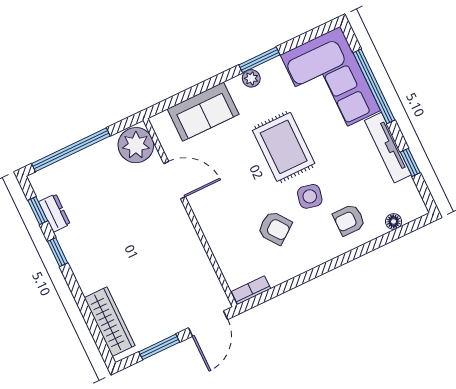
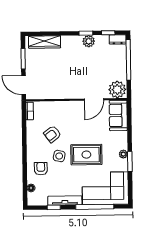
sofa: (203, 112) -> (118, 115), moved
dresser: (54, 213) -> (118, 39), moved
plant: (70, 240) -> (89, 41), added

